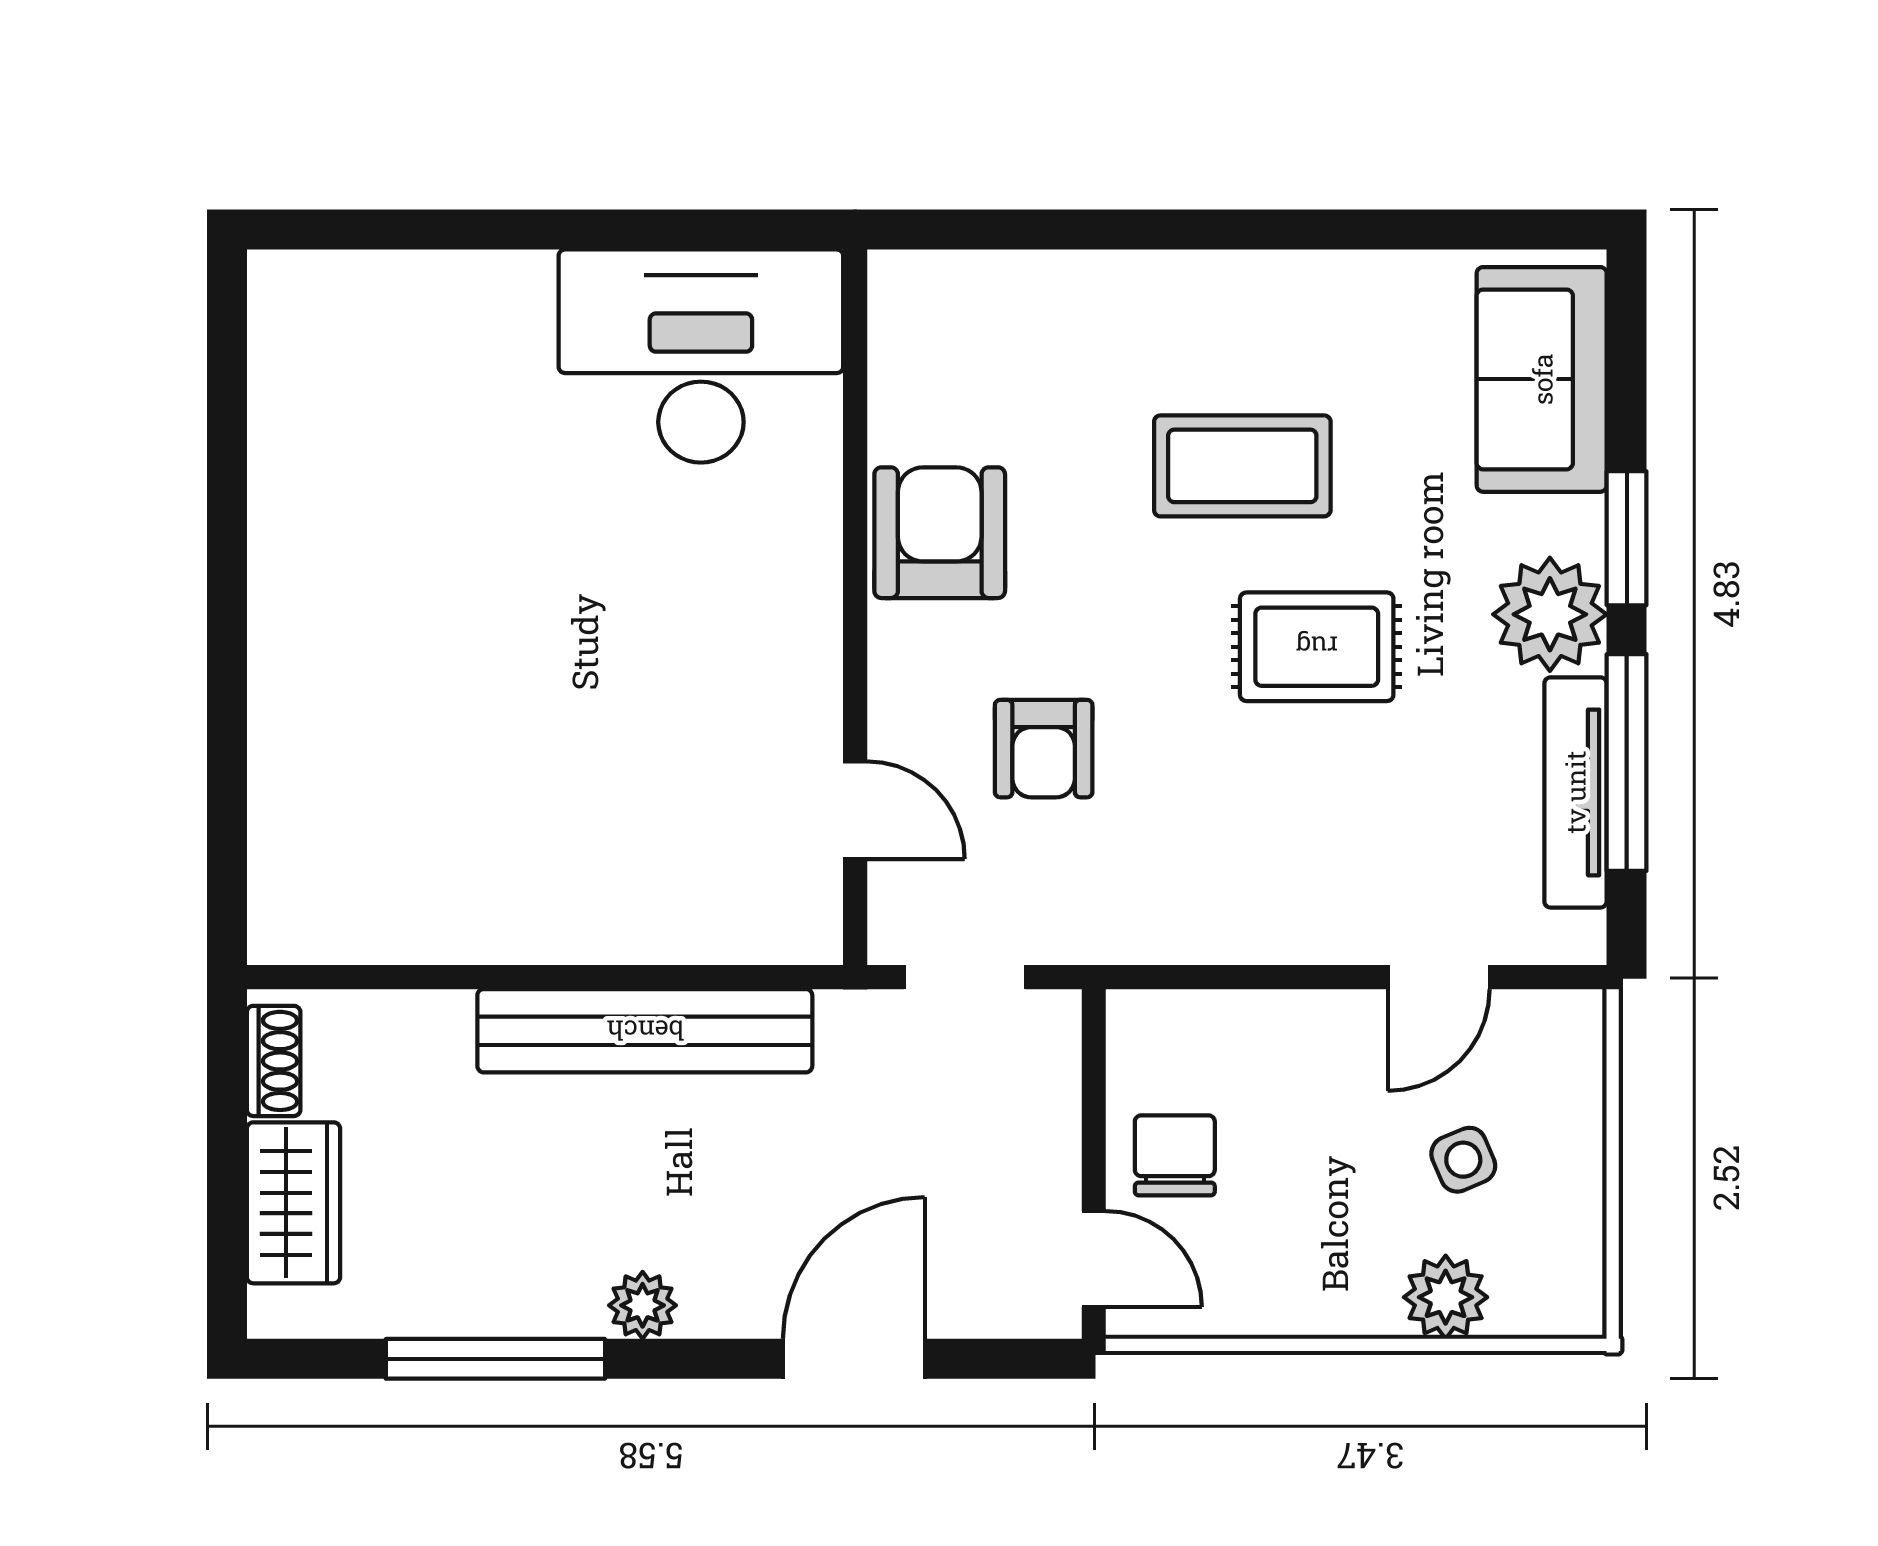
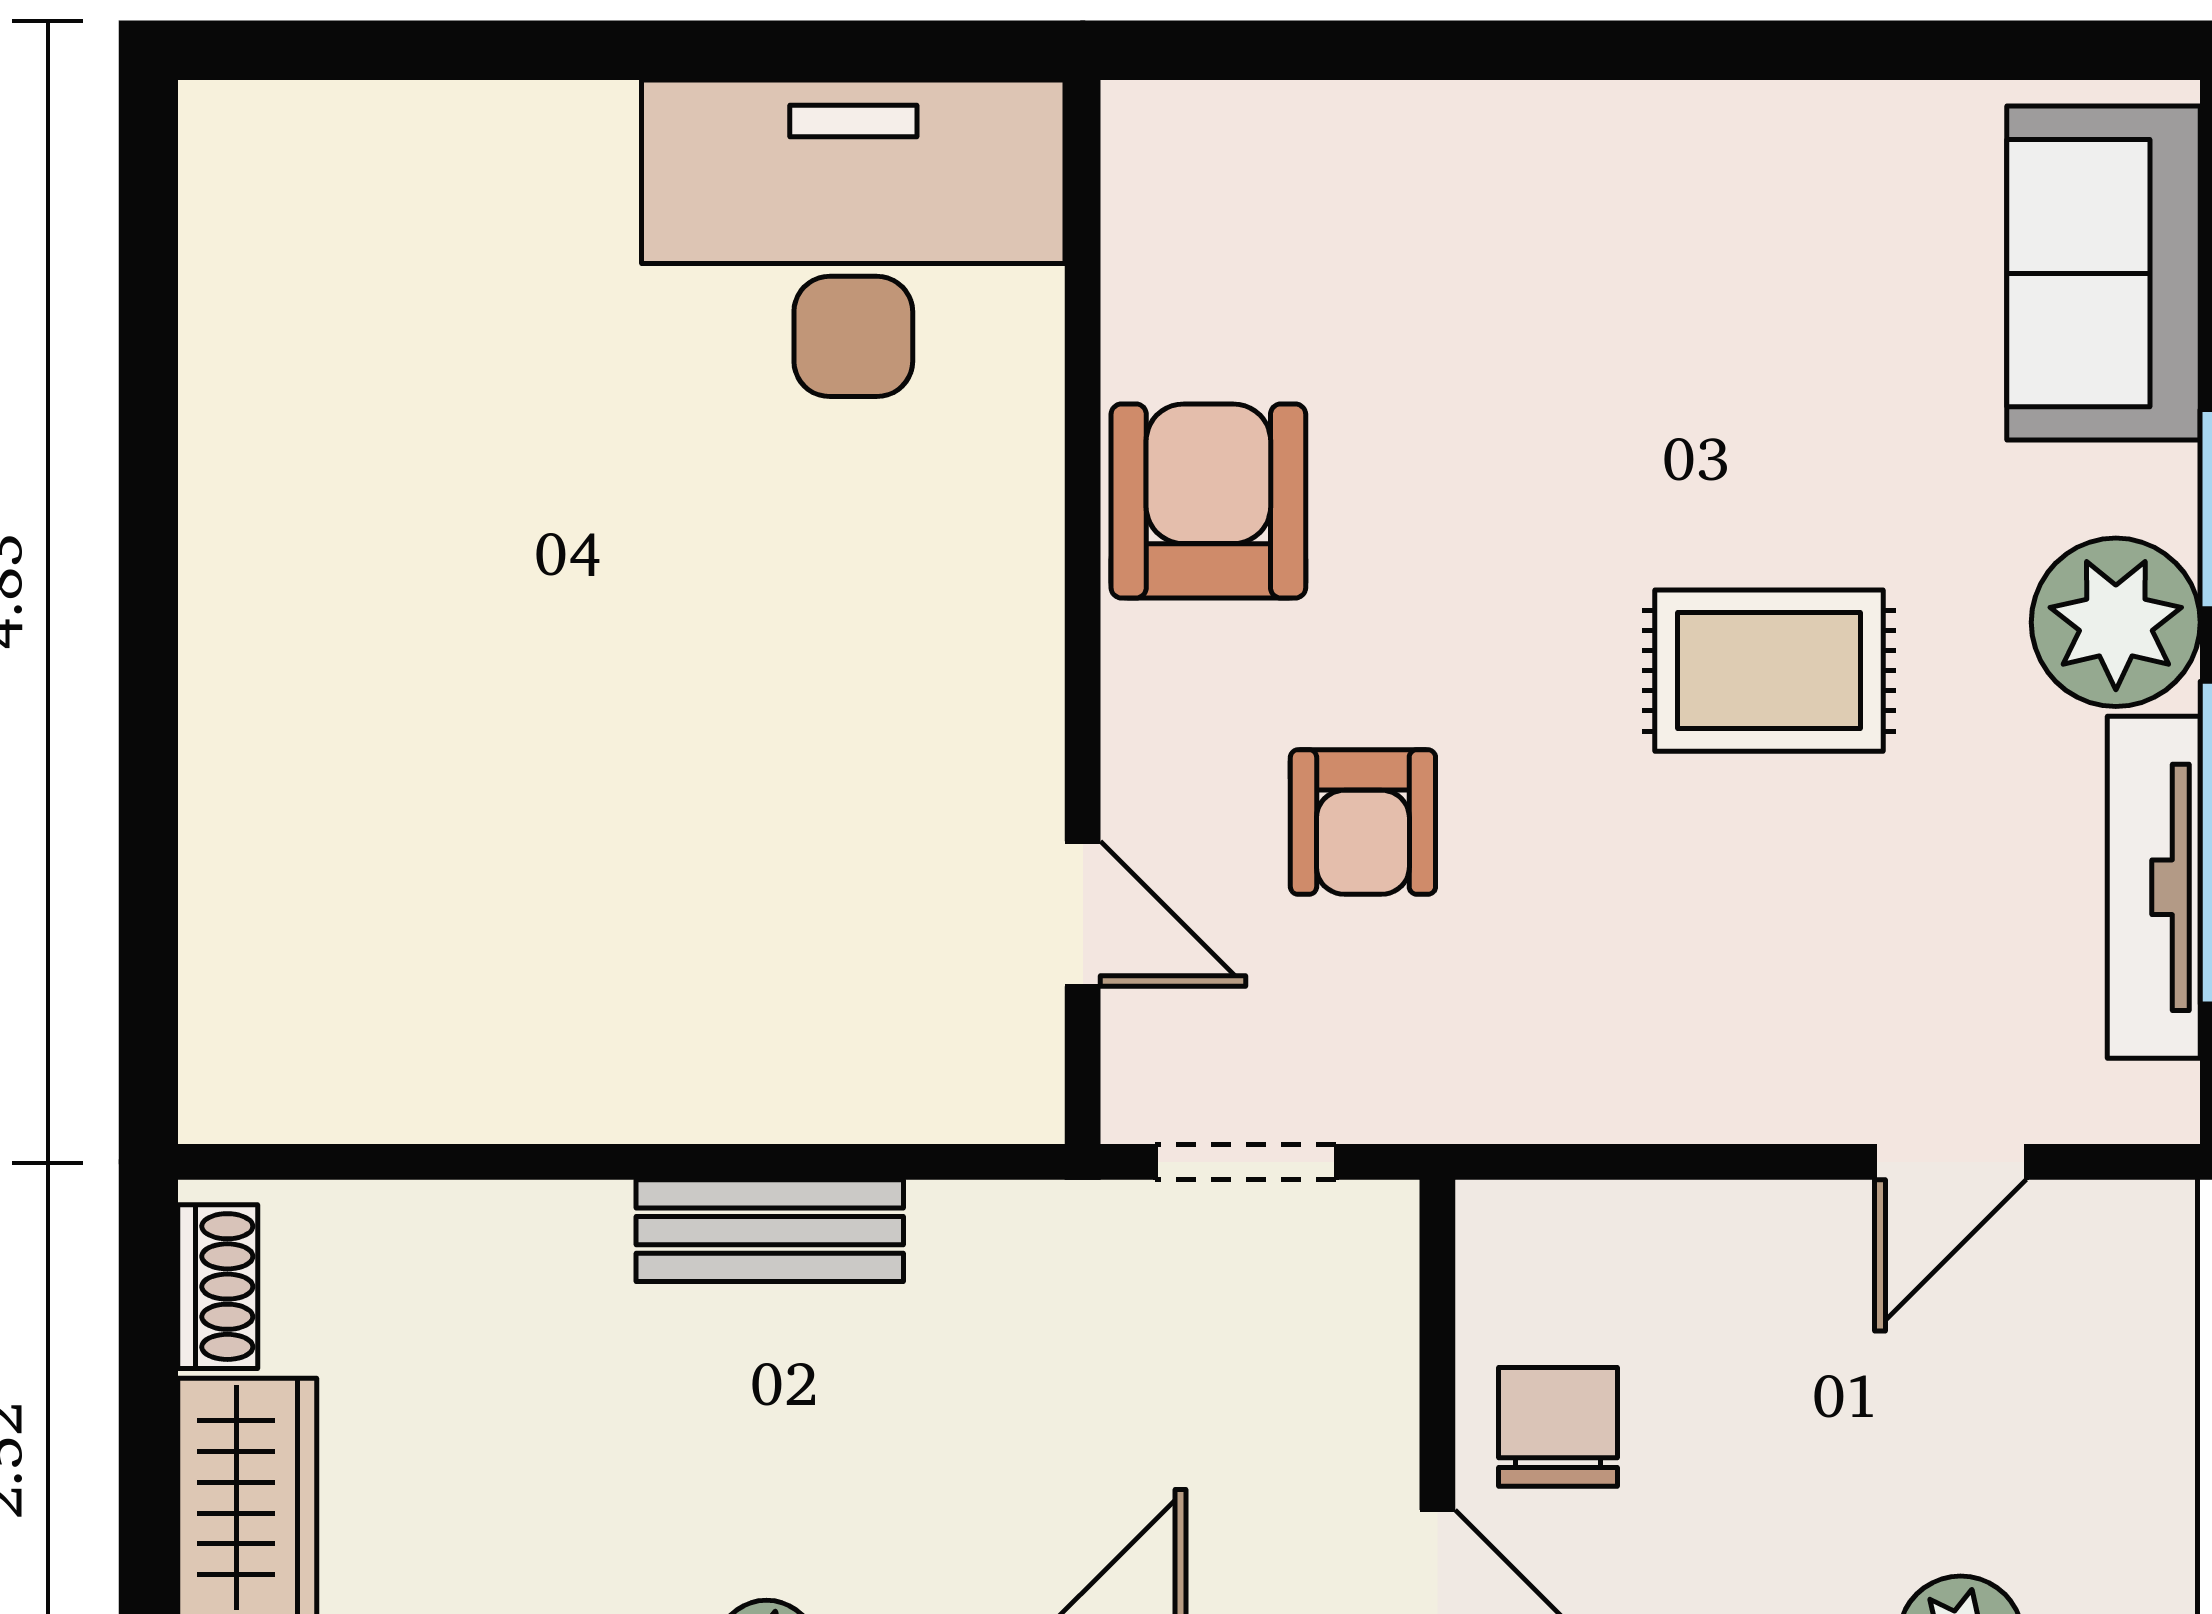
coffee table: (1242, 466) -> (1658, 402), removed
bench: (645, 1031) -> (770, 1231), width x0.54, depth x0.82
side table: (1463, 1160) -> (1987, 1433), removed

